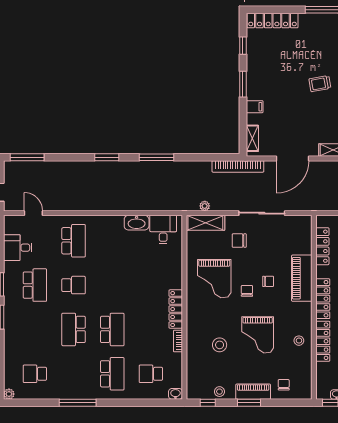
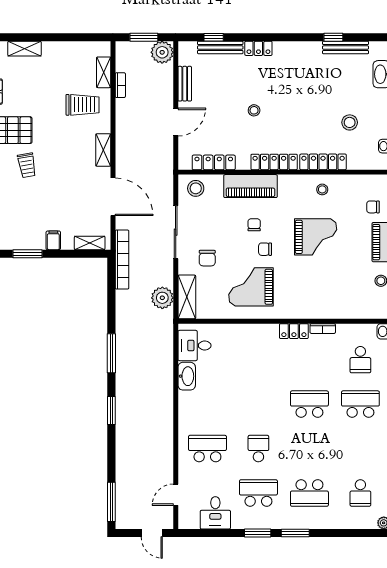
plant: (205, 206) -> (162, 298), width x1.87, depth x1.87
grand piano: (214, 279) -> (251, 287), turned 180
locker: (176, 309) -> (294, 331), width x0.66
school desk: (74, 329) -> (309, 493), moved
stool: (220, 345) -> (196, 188), moved

